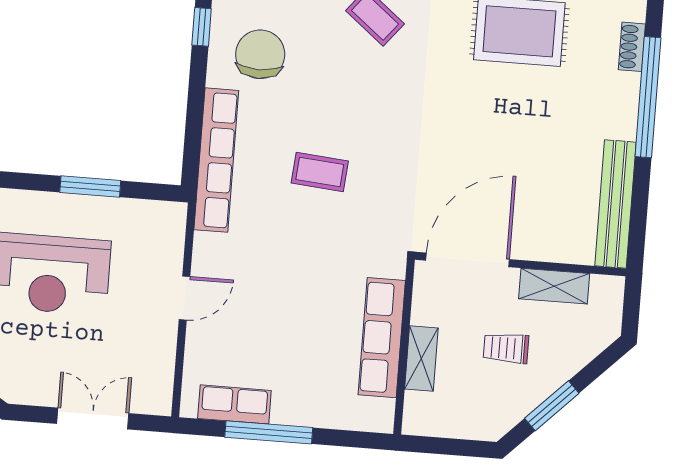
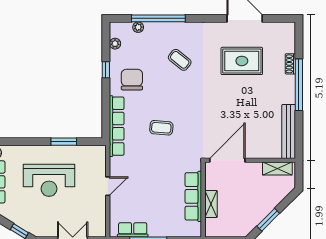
shelving: (554, 286) -> (277, 169), moved
trolley: (506, 348) -> (247, 197), removed

